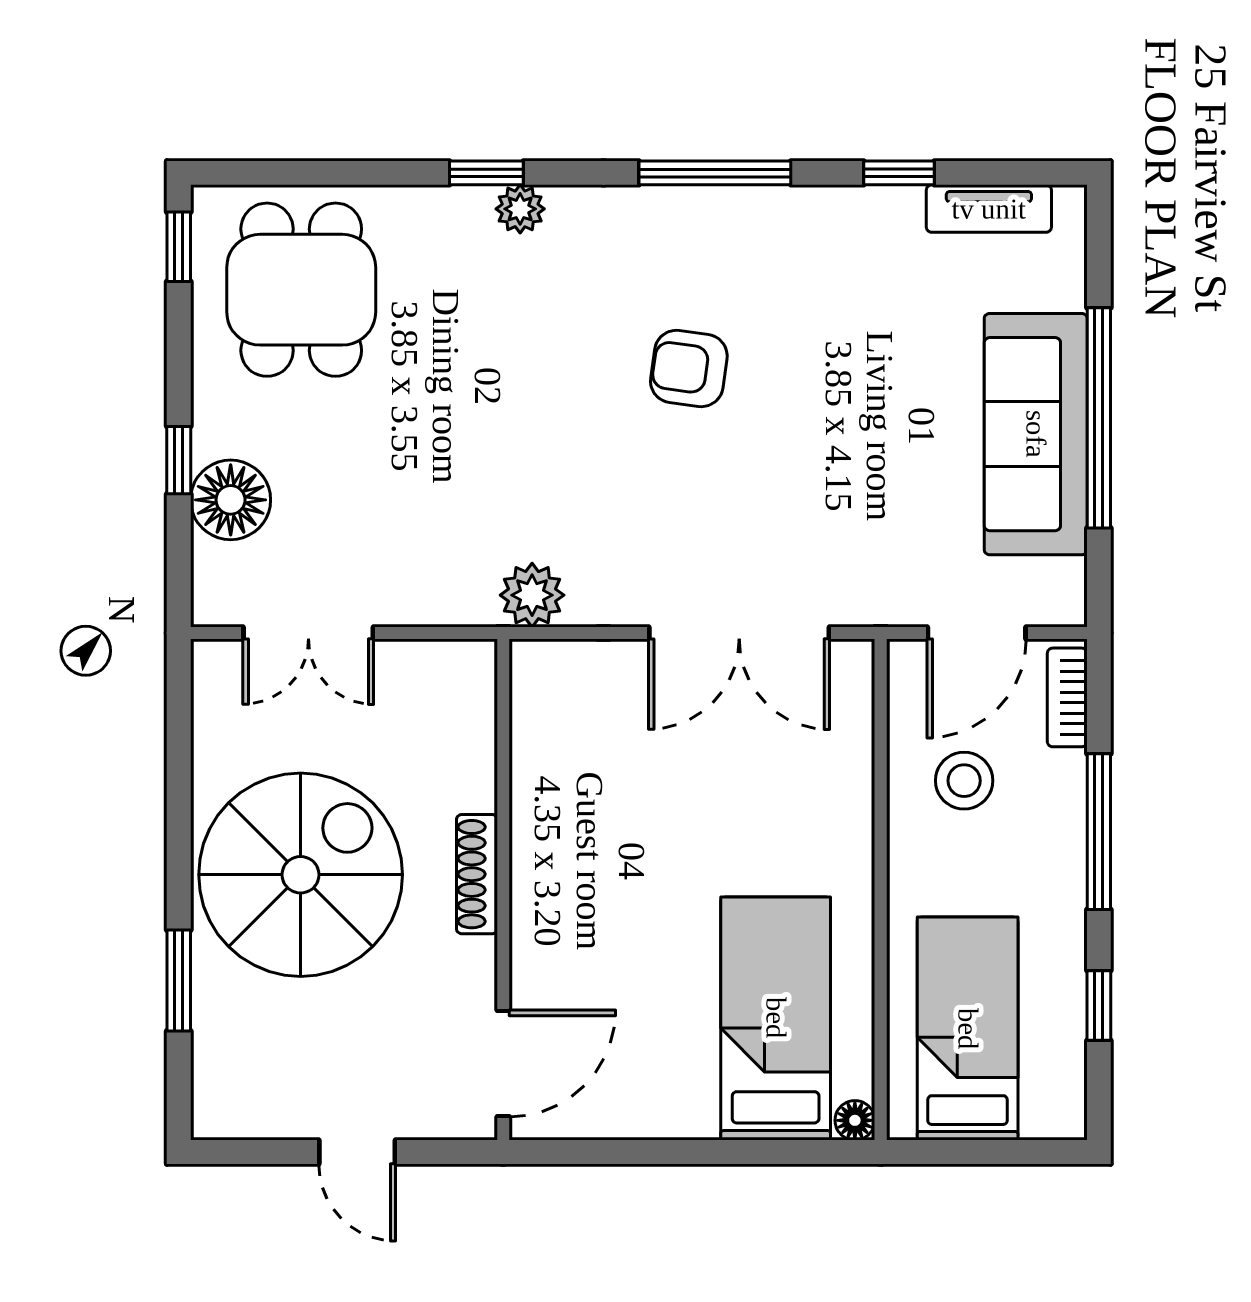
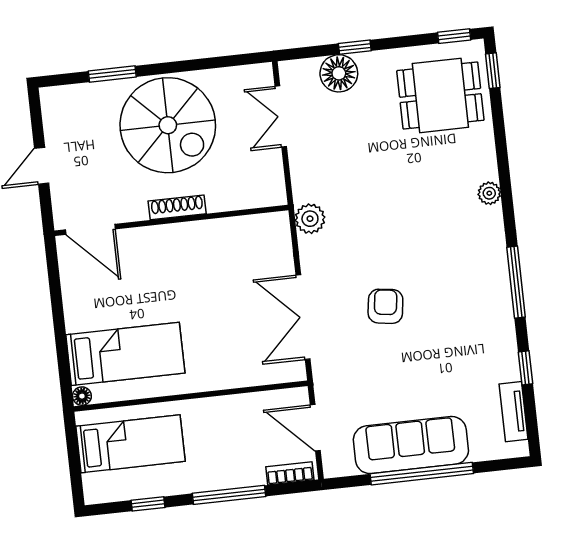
window: (486, 173) -> (493, 71), moved
armchair: (689, 369) -> (385, 306), moved
stool: (964, 781) -> (246, 430), removed

